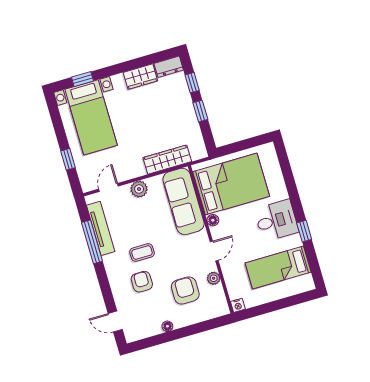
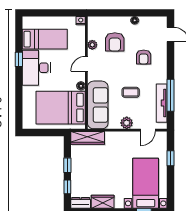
wardrobe: (167, 160) -> (88, 138), moved
desk: (276, 221) -> (36, 68), width x1.37
coffee table: (142, 253) -> (131, 92), moved

